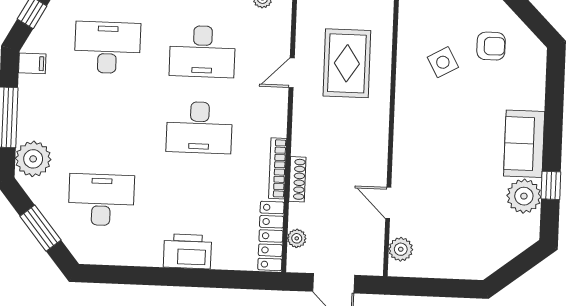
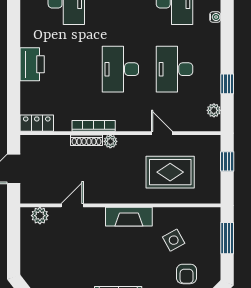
fireplace: (407, 124) -> (129, 217), added
locker: (271, 236) -> (37, 123), width x0.66
plant: (297, 238) -> (110, 141), moved

